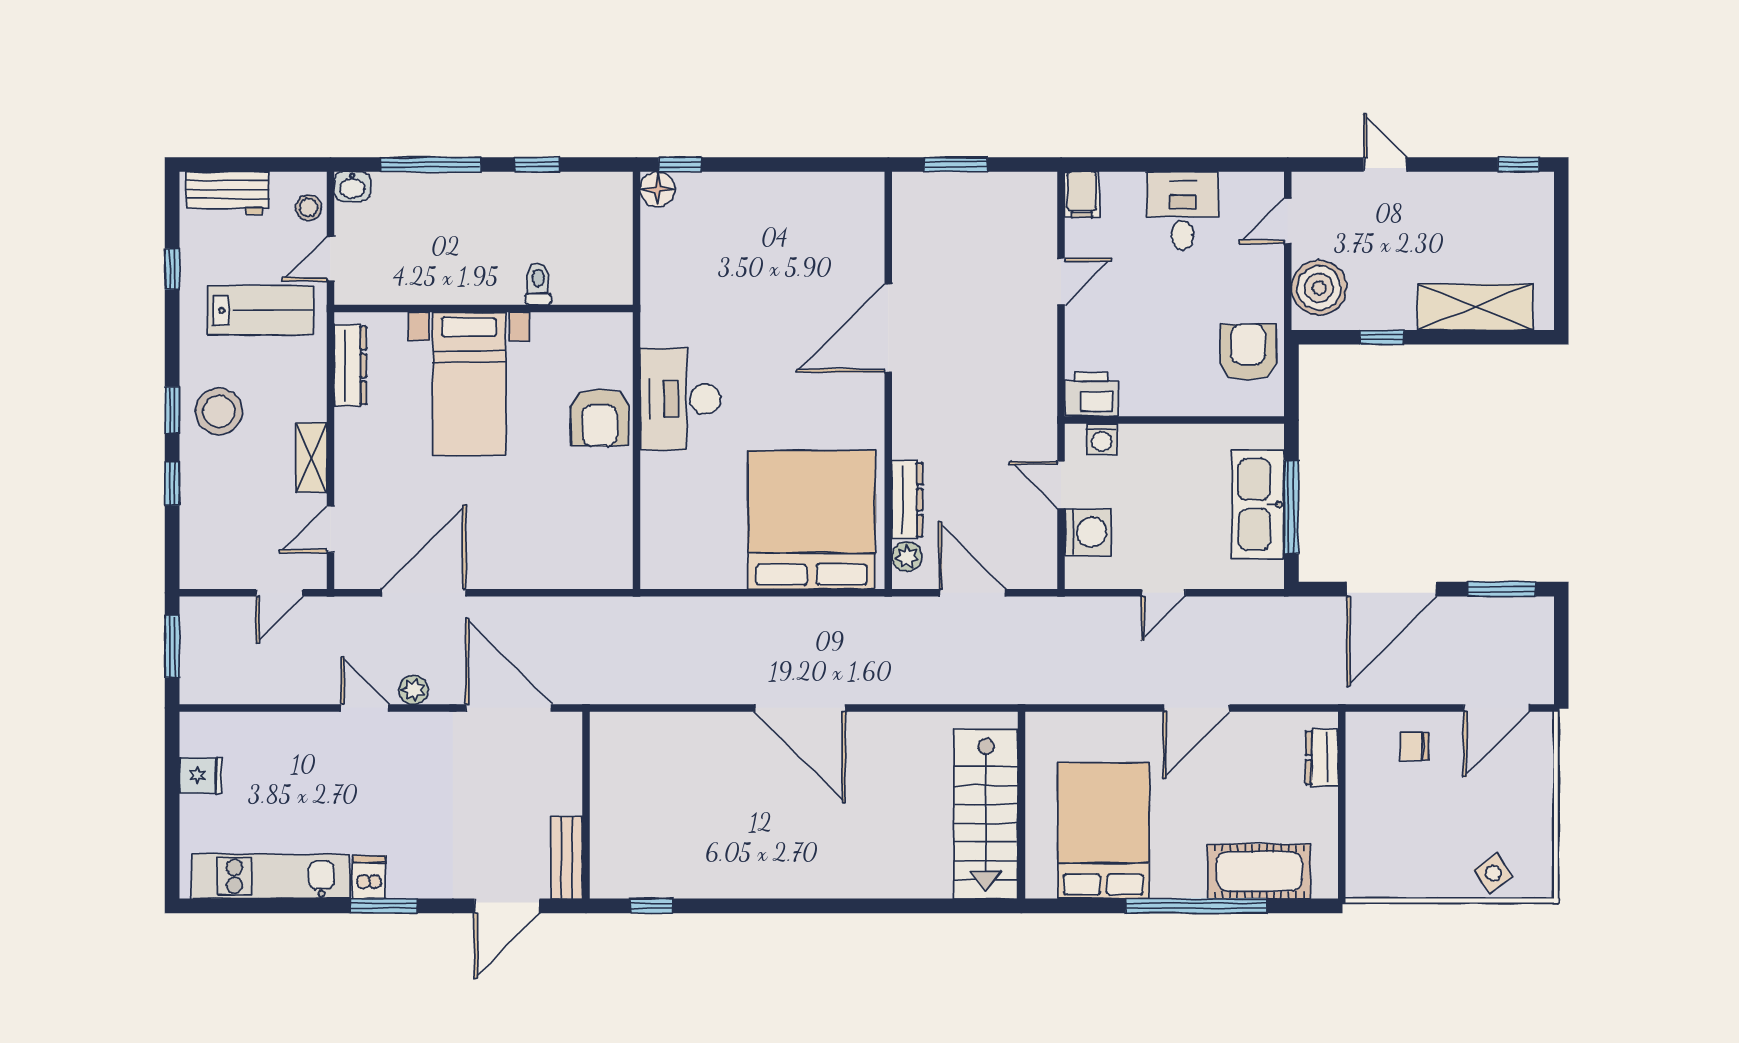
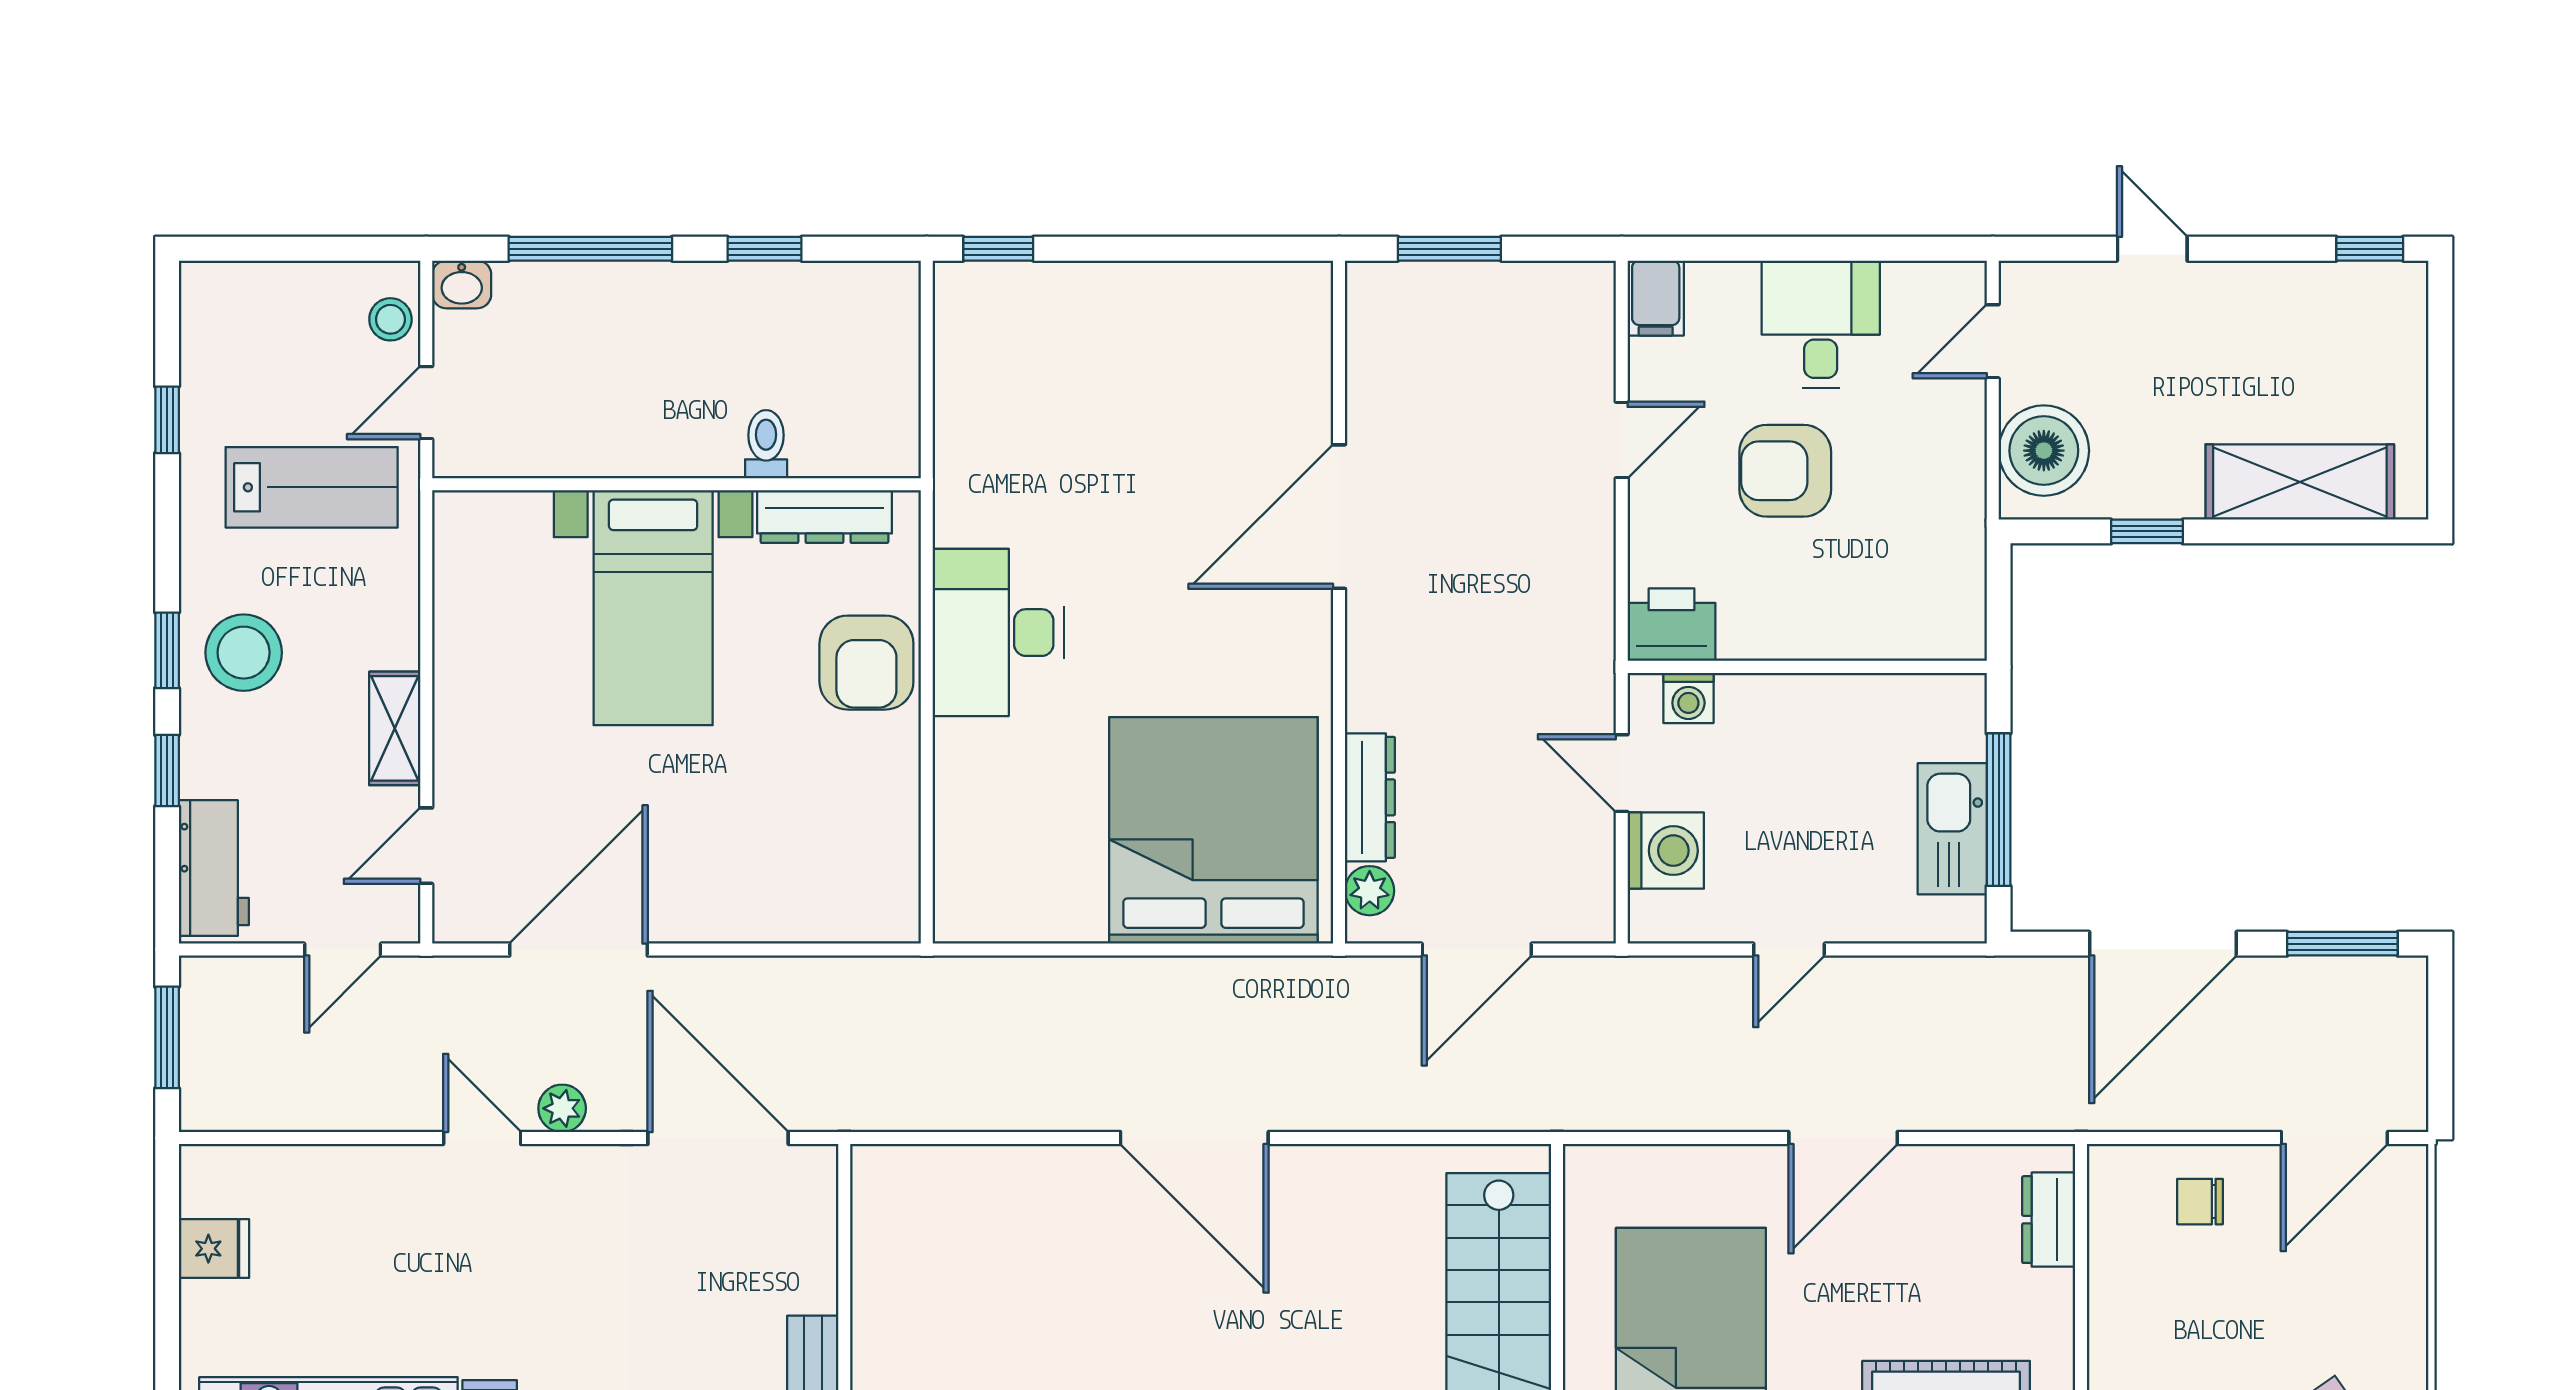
floor lamp: (658, 189) -> (961, 289), removed
workbench: (228, 193) -> (214, 868), moved, turned -90
armchair: (1248, 352) -> (1785, 471), moved, turned -90
dresser: (350, 365) -> (824, 517), moved, turned 90
kitchen sink: (1258, 504) -> (1952, 829), width x0.73, depth x0.81
door: (972, 593) -> (1477, 950), swing flipped

